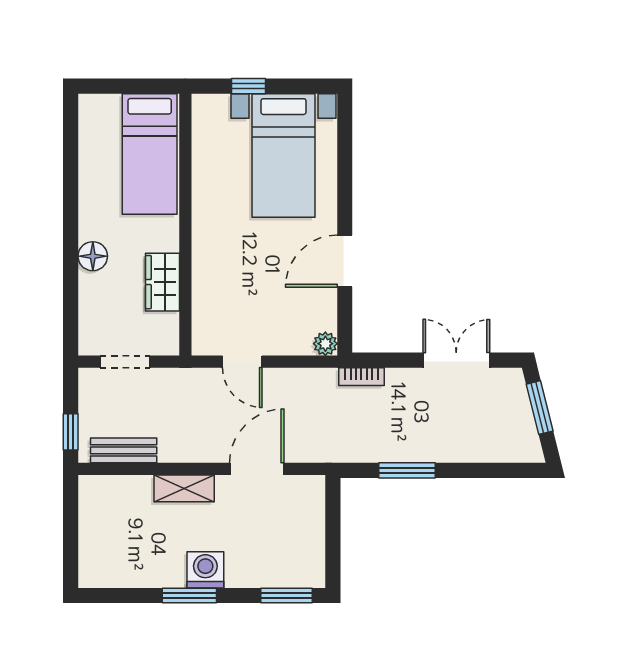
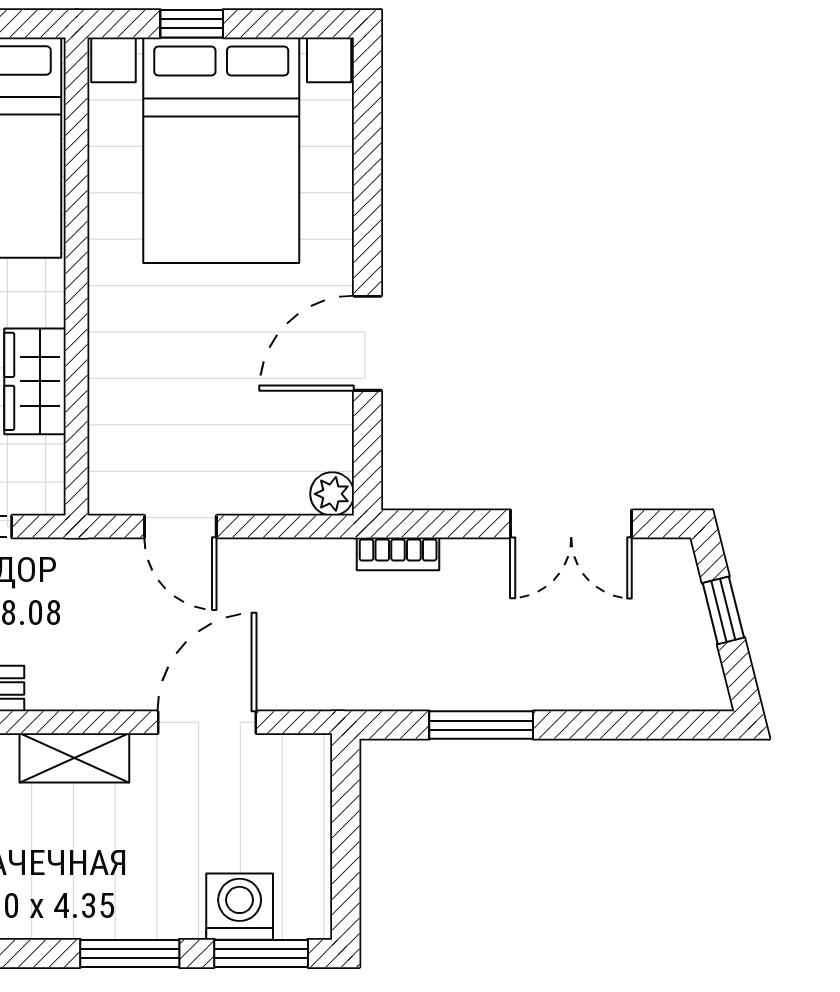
bed with nightstands: (284, 155) -> (221, 150), width x1.36
double door: (456, 360) -> (571, 524), swing flipped
window: (540, 408) -> (723, 610), width x0.67
washing machine: (205, 570) -> (240, 907), moved
window: (189, 595) -> (130, 953), moved

